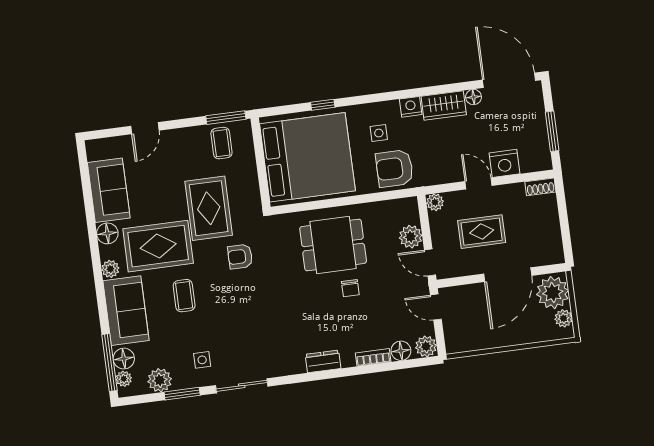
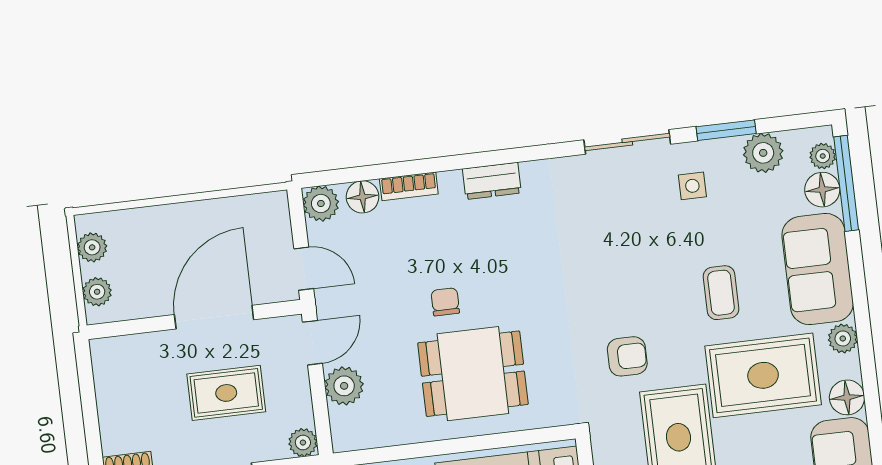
door: (430, 263) -> (312, 343), hinge flipped
door: (508, 275) -> (214, 317), moved
plant: (553, 293) -> (97, 292), width x0.53, depth x0.53

